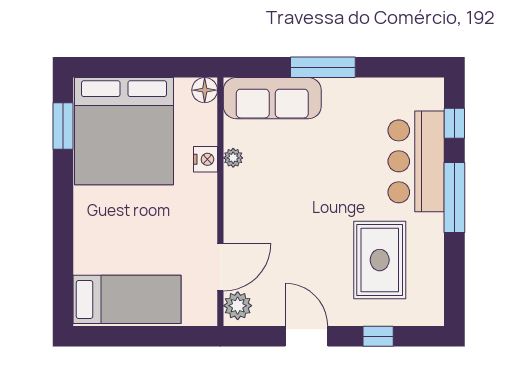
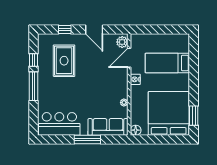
window: (454, 123) -> (33, 60), moved
nightstand: (206, 159) -> (135, 79), moved
bar counter: (416, 161) -> (59, 124), moved, turned -90
bed: (127, 299) -> (167, 63), moved

